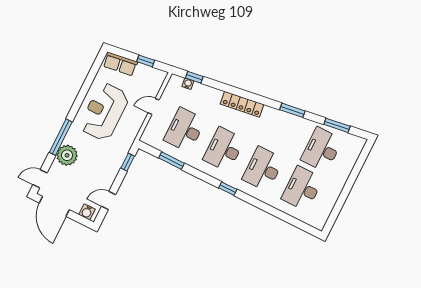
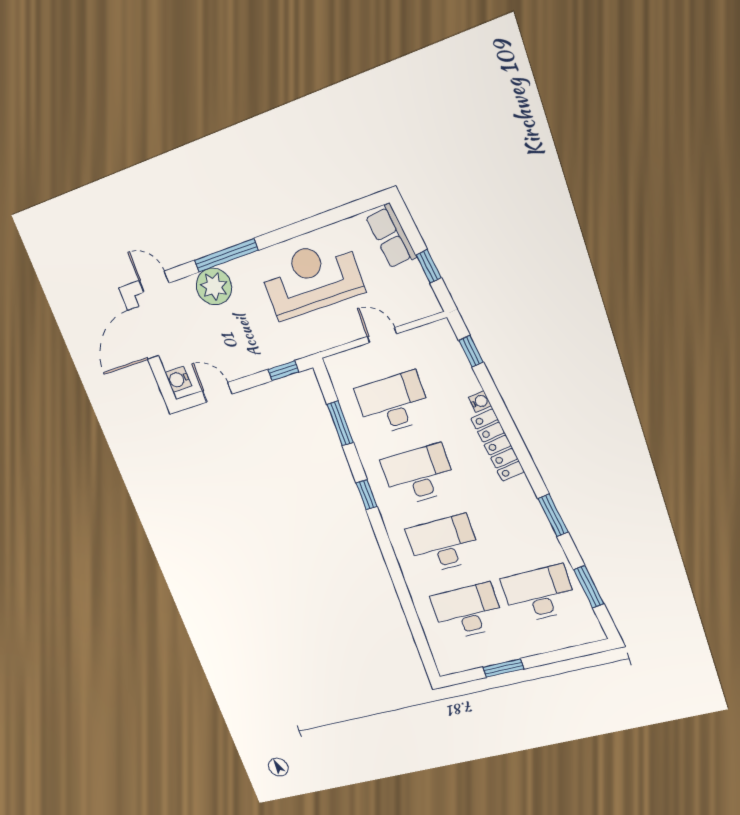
water cooler: (188, 84) -> (480, 402), moved
window: (228, 189) -> (367, 495), moved
window: (342, 198) -> (503, 668), added

